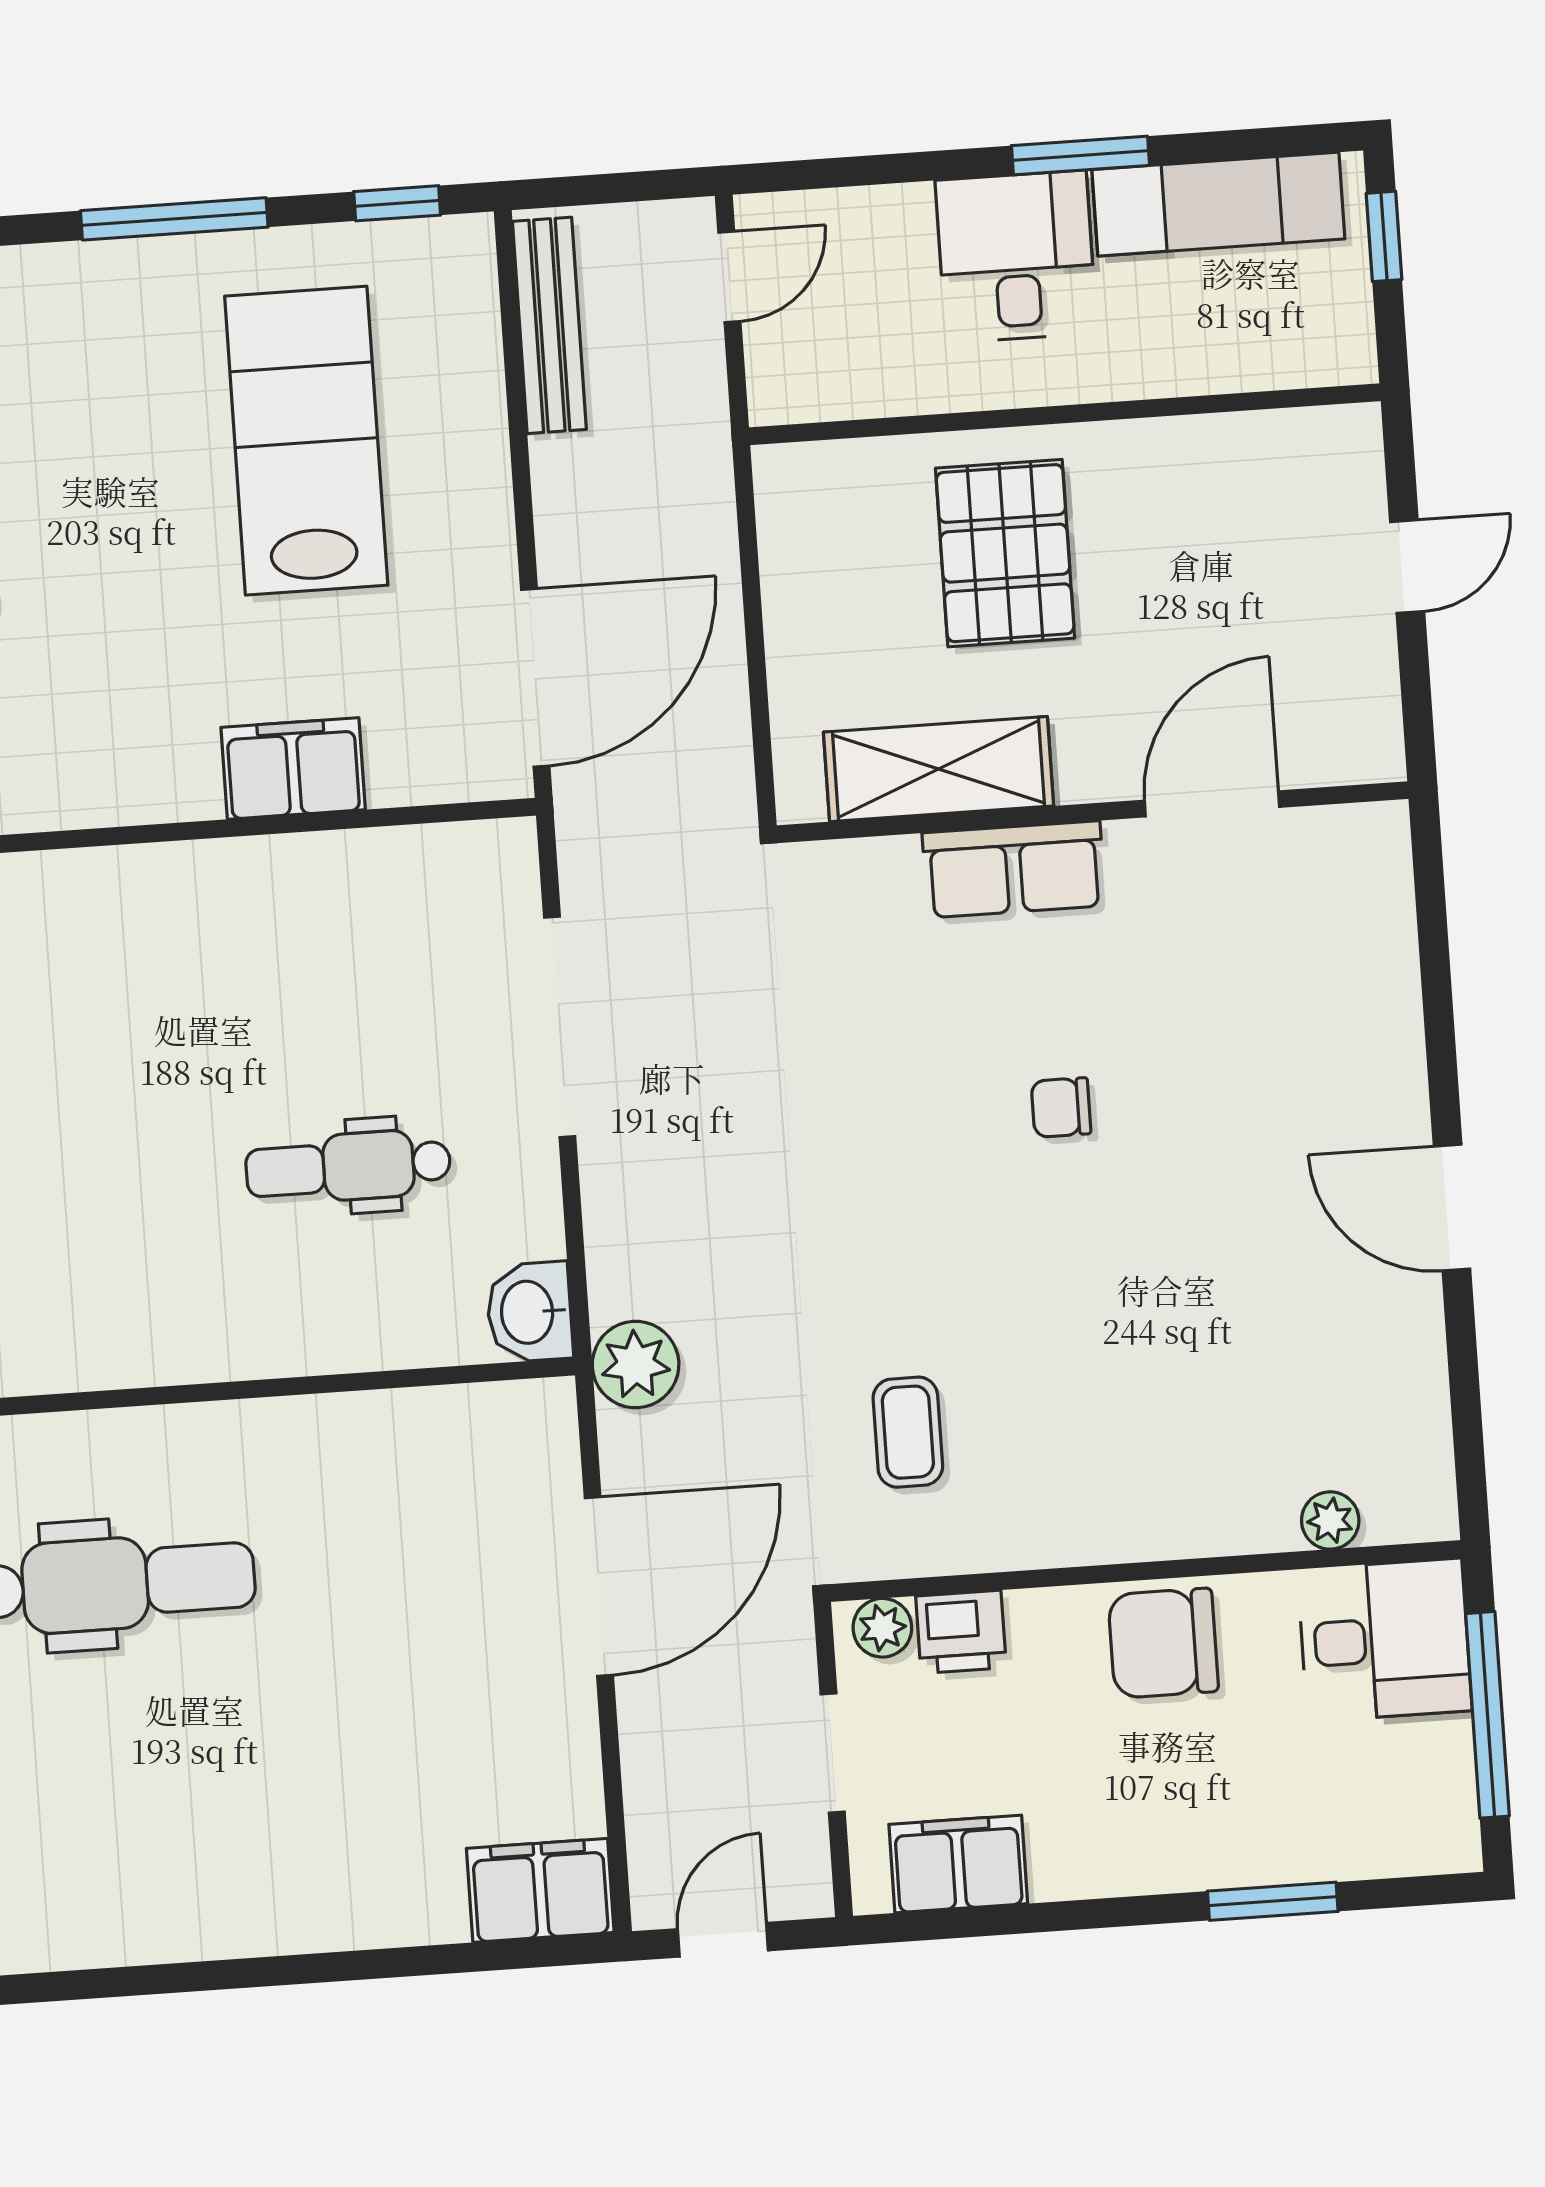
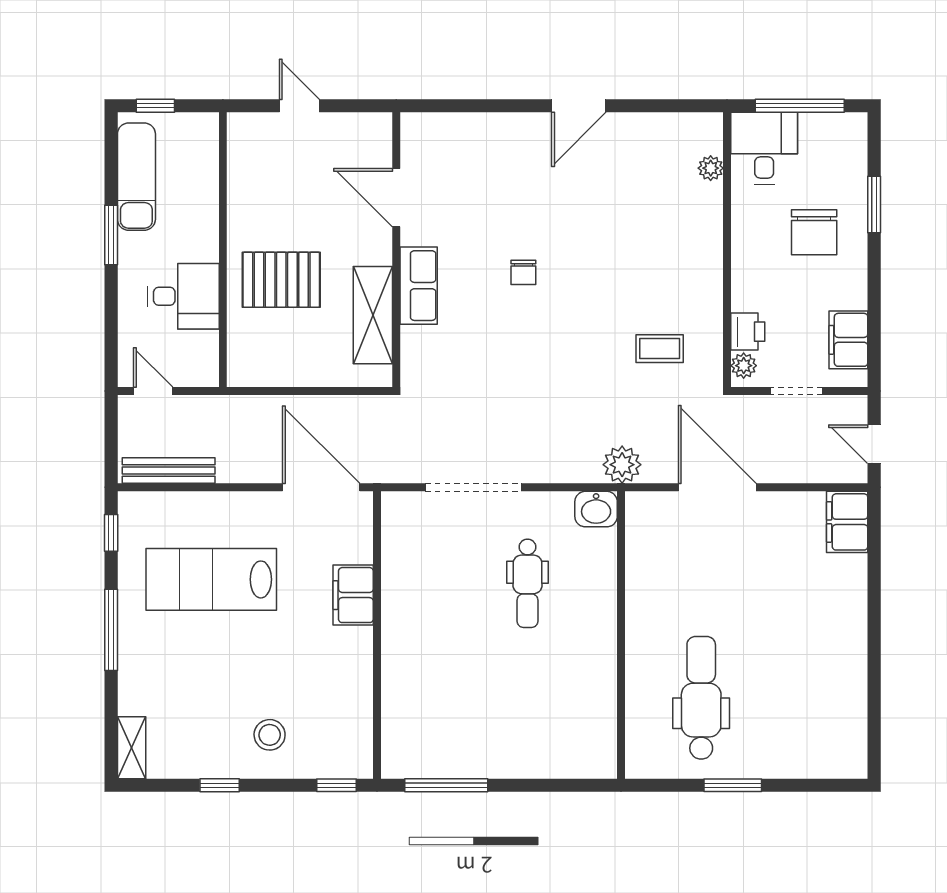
desk: (1016, 257) -> (183, 296), moved, turned 180
chair: (1163, 1643) -> (814, 232), moved

